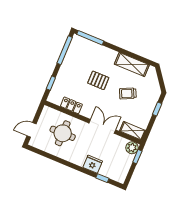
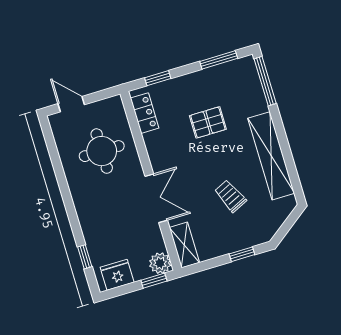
window: (65, 50) -> (219, 60), width x0.69
shelving: (132, 64) -> (271, 156), width x1.47
pallet: (98, 80) -> (208, 122), moved, turned 90
locker: (71, 105) -> (145, 113), moved
fridge: (93, 164) -> (117, 275), moved, turned -90

